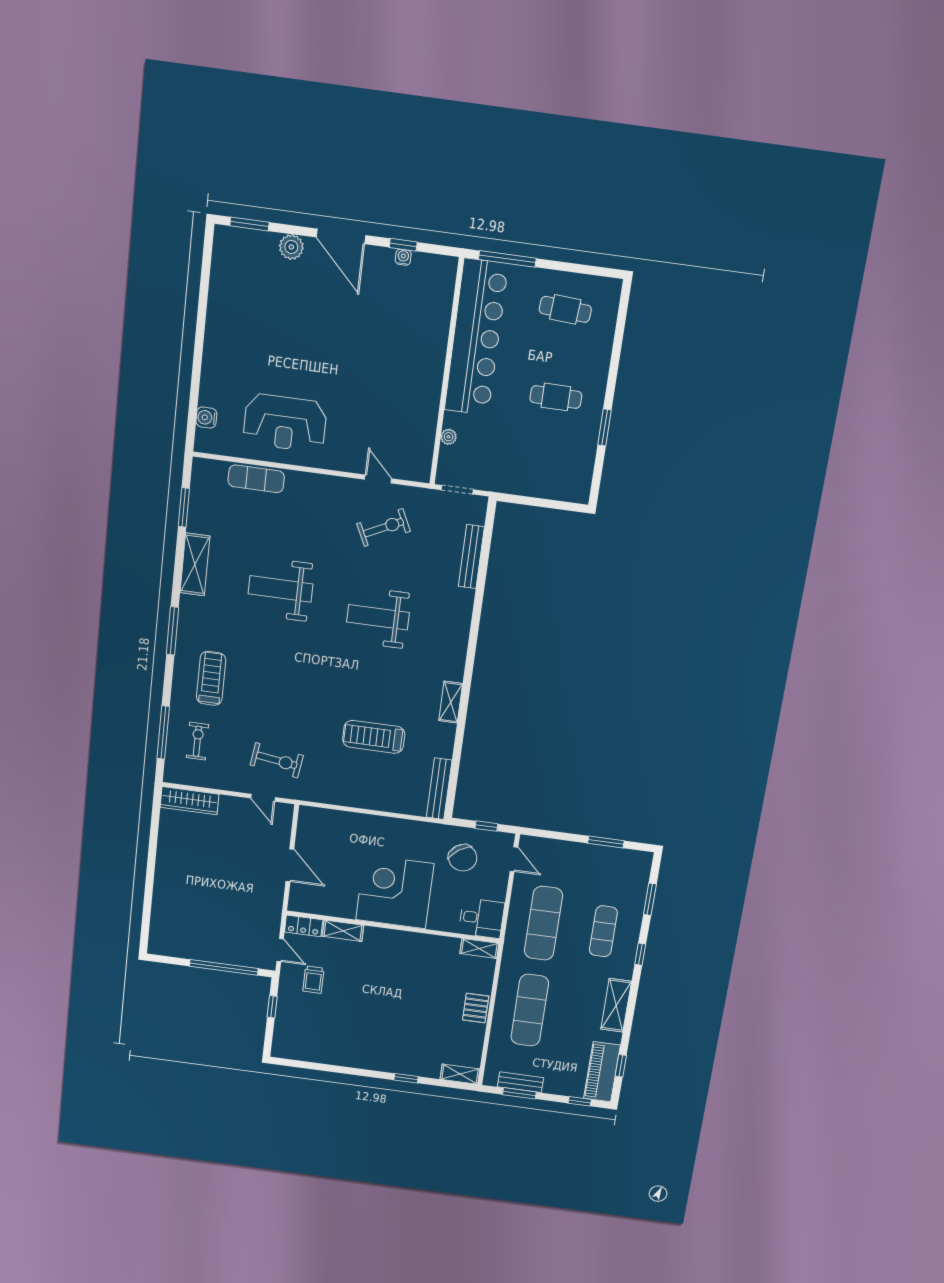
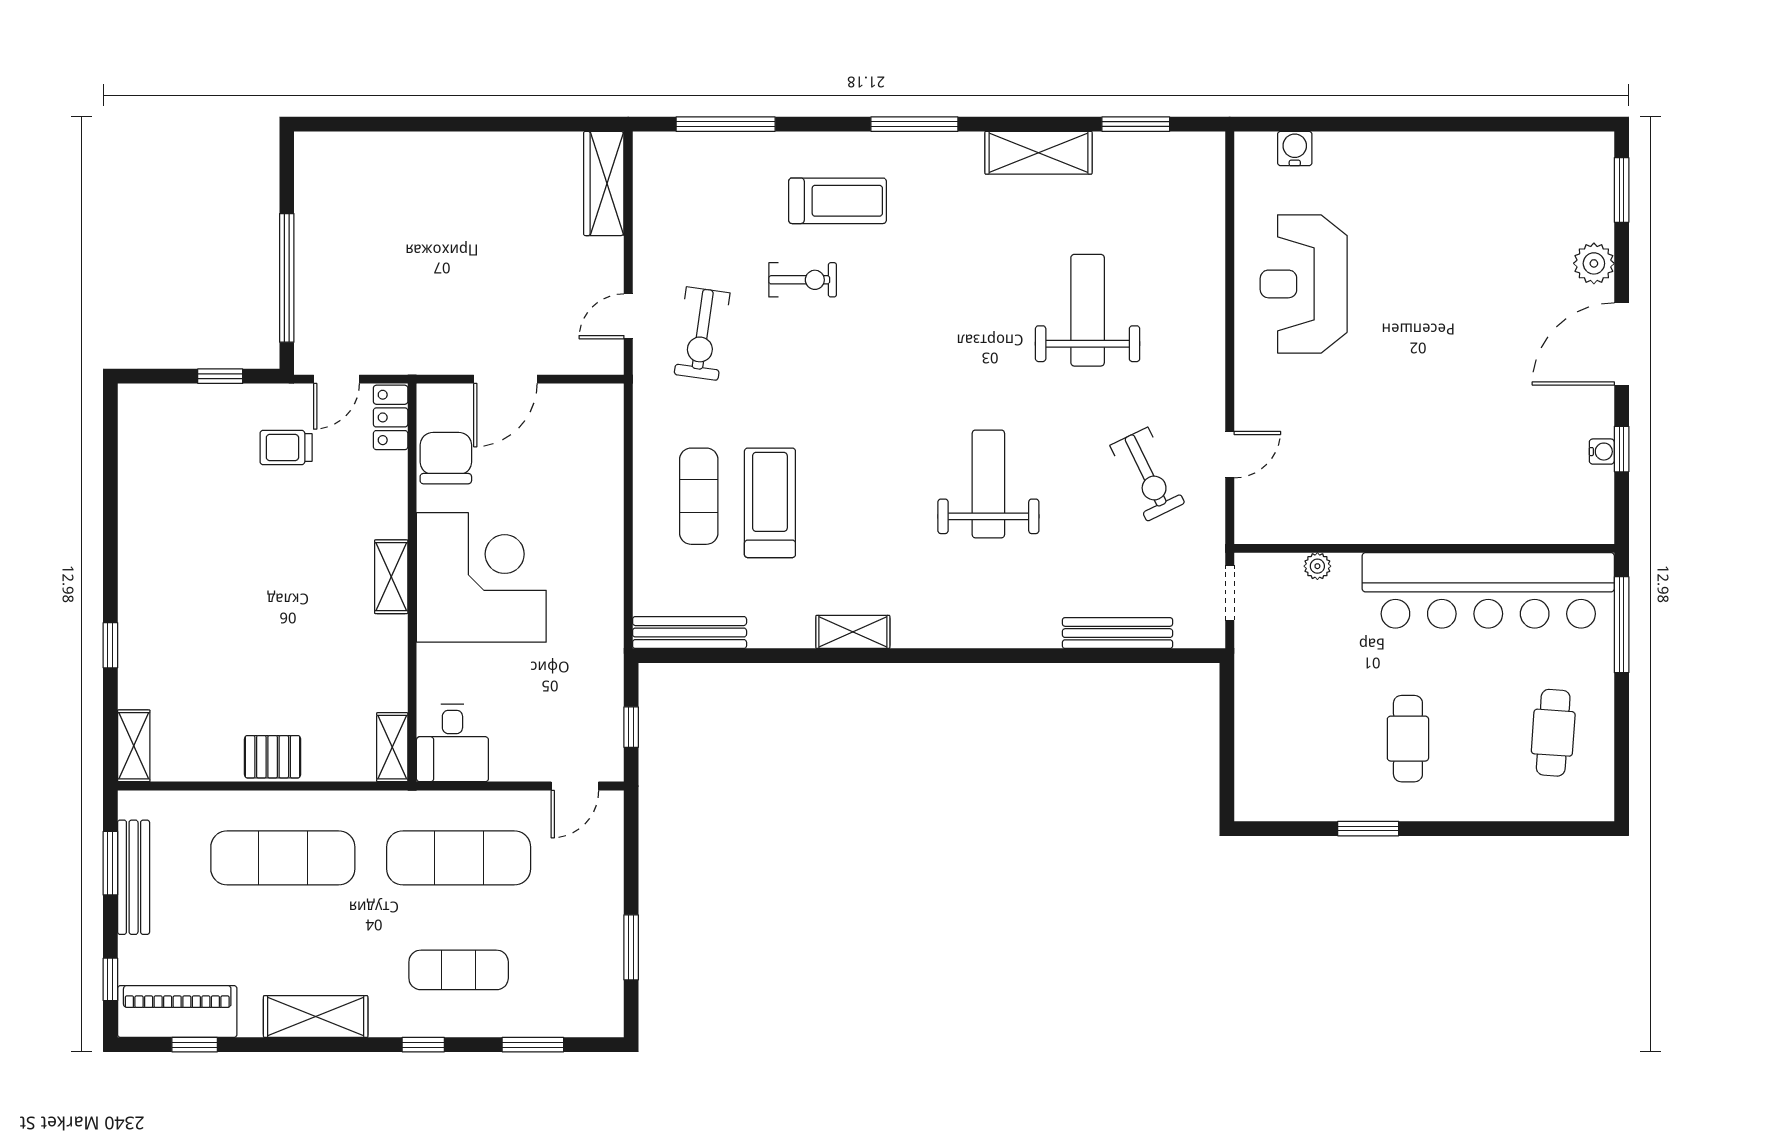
exercise mat: (256, 479) -> (699, 496), moved
weight bench: (280, 589) -> (1088, 310), moved
exercise bike: (197, 741) -> (803, 280), moved
chair: (463, 858) -> (446, 458), moved, turned 126
shelving: (343, 931) -> (391, 577), moved
bench: (520, 1082) -> (134, 877), width x1.36

